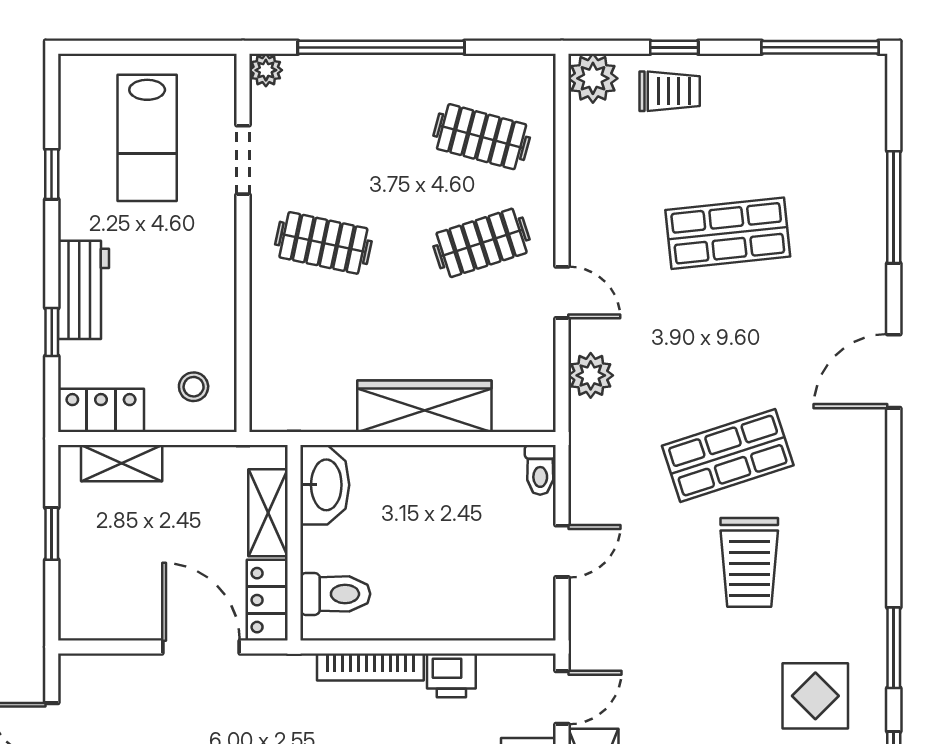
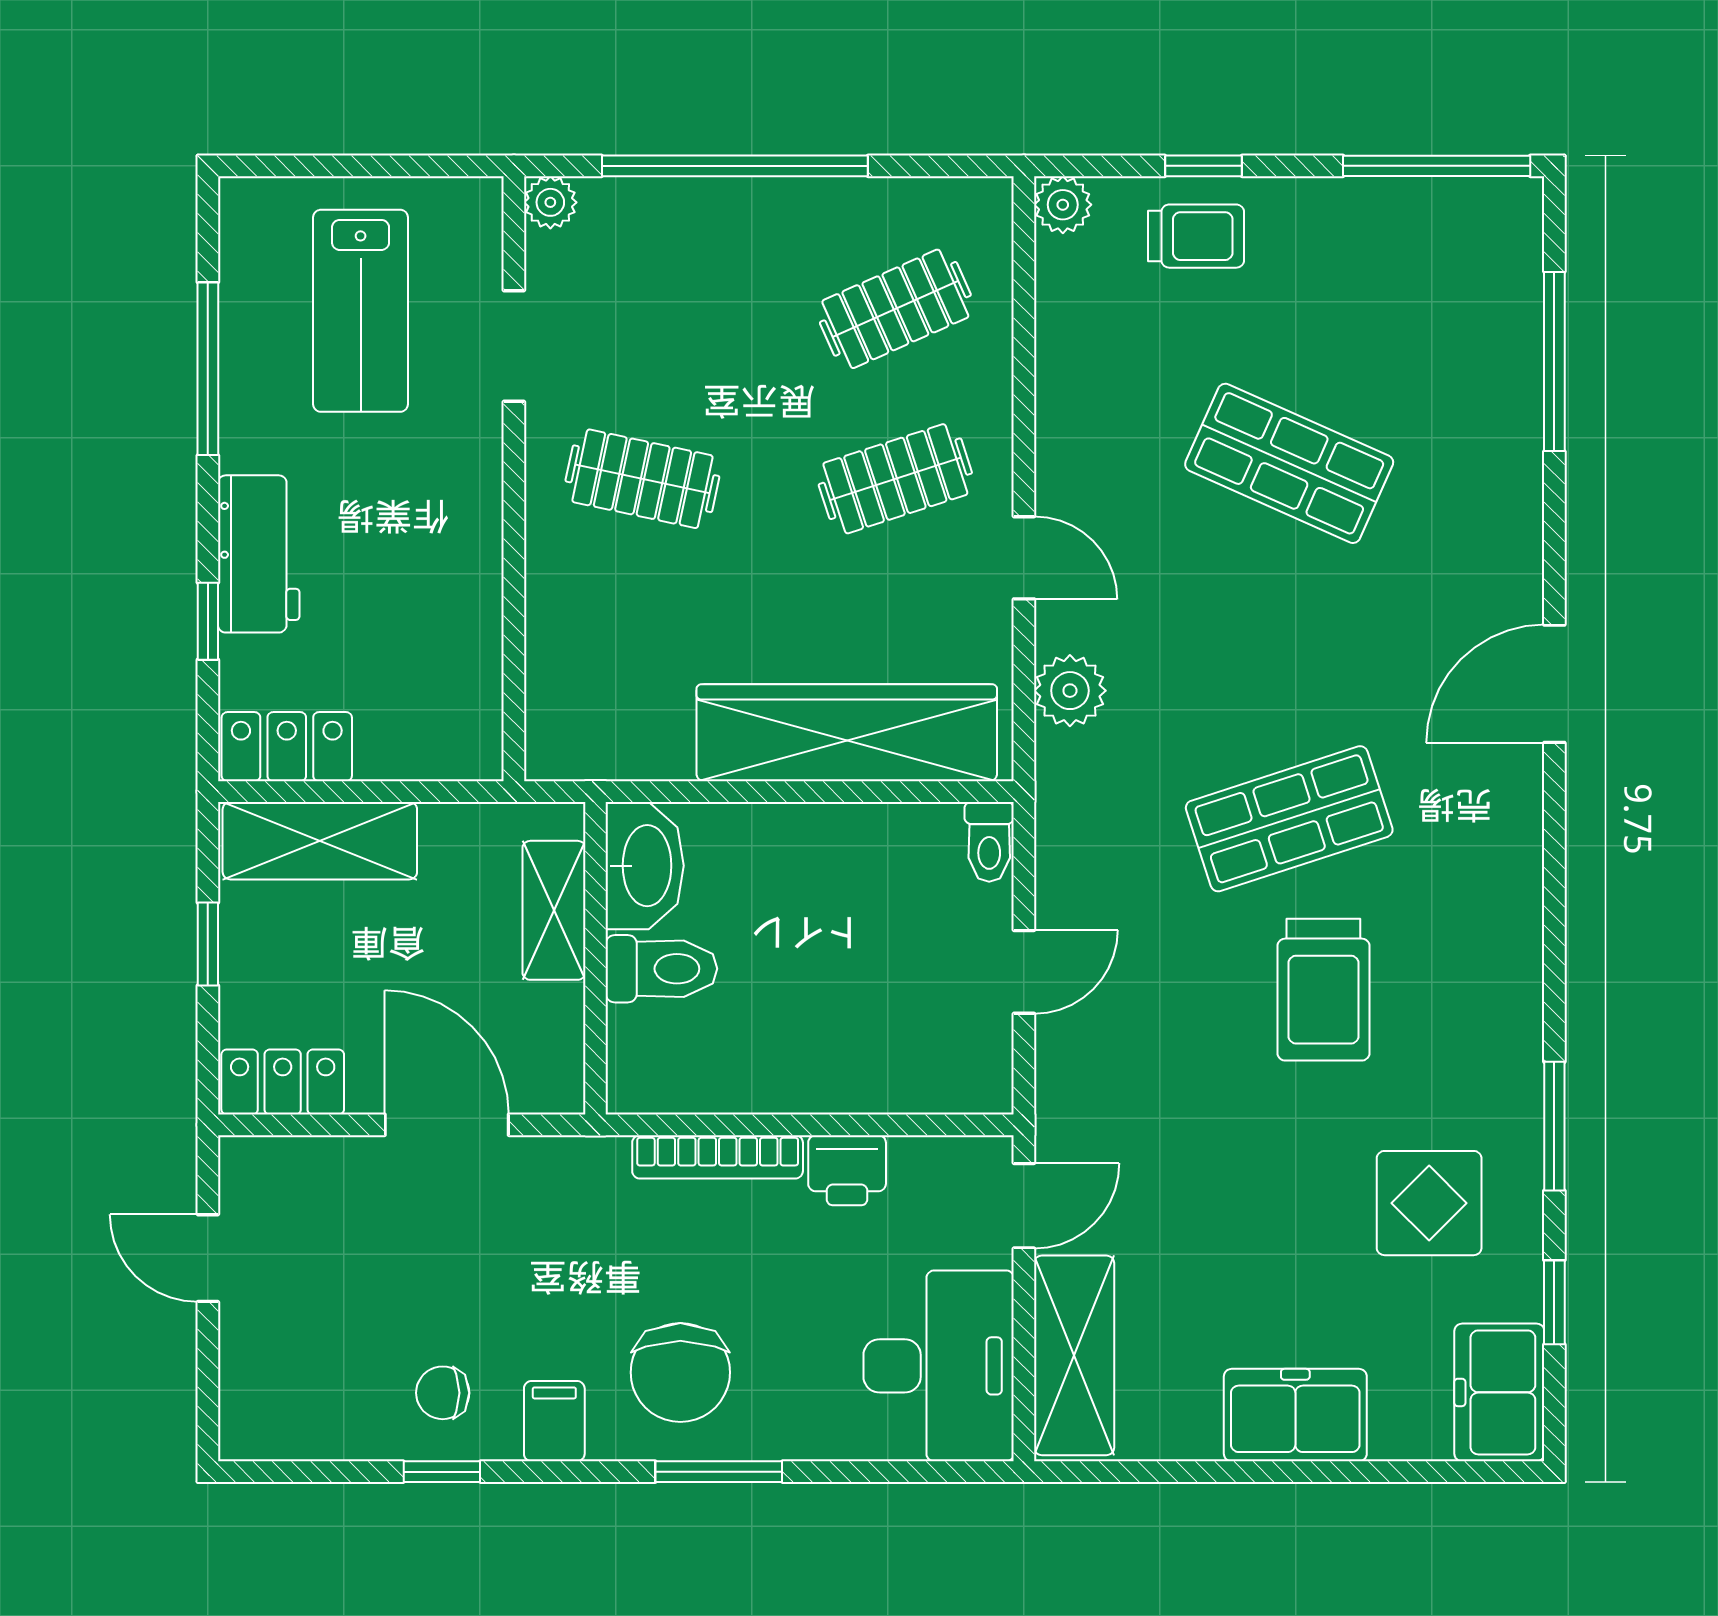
plant: (593, 78) -> (1063, 205), width x0.73, depth x0.73
clothes rail: (482, 137) -> (895, 309), turned -39
window: (52, 174) -> (208, 369), width x2.17
window: (894, 207) -> (1554, 361), moved
shop shelf: (728, 233) -> (1289, 463), turned 30
stool: (194, 387) -> (435, 709), removed
wardrobe: (424, 406) -> (847, 733), width x1.40, depth x1.17
shelving: (122, 463) -> (320, 841), width x1.50, depth x1.33
toilet: (335, 594) -> (661, 969), moved
locker: (267, 600) -> (283, 1082), moved, turned 90

